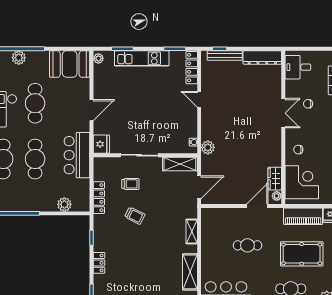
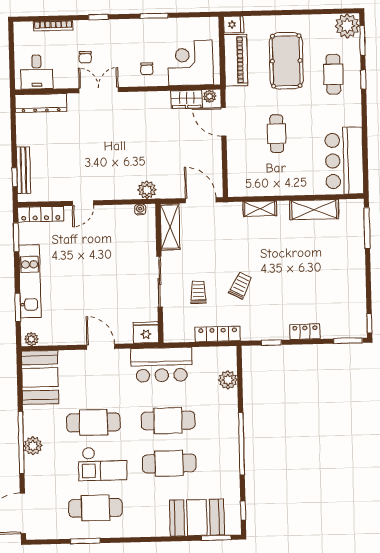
dresser: (262, 57) -> (41, 103), moved, turned 90

